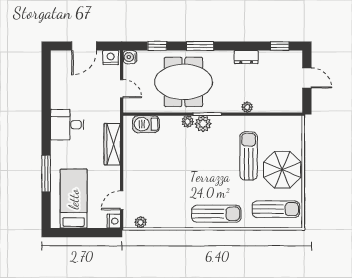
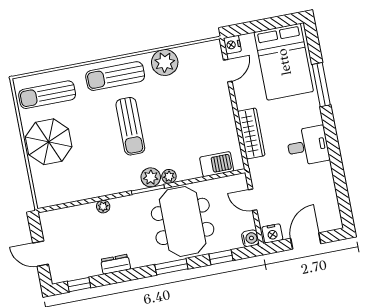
meeting table: (183, 82) -> (183, 221), turned 90
sun lounger: (249, 156) -> (130, 126), moved
bed: (74, 199) -> (284, 62), width x1.50
plant: (141, 222) -> (165, 62), moved, width x1.88, depth x1.88

